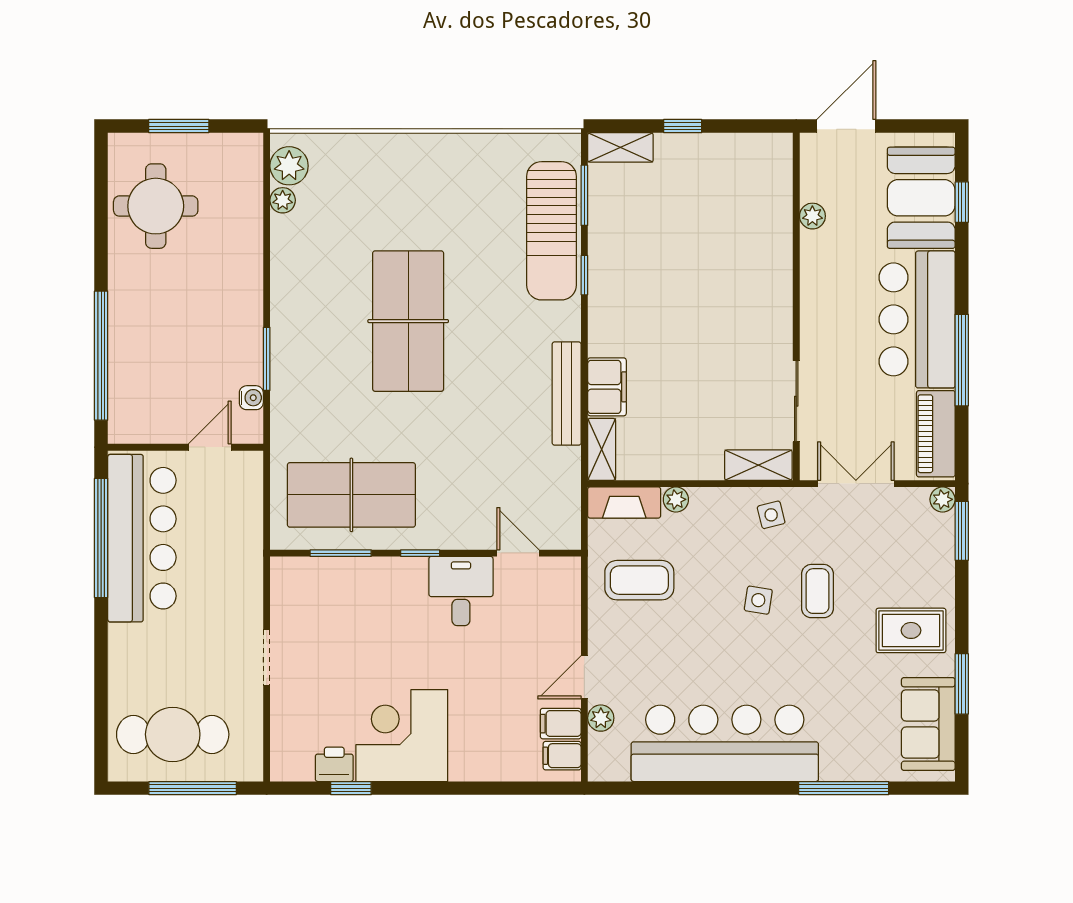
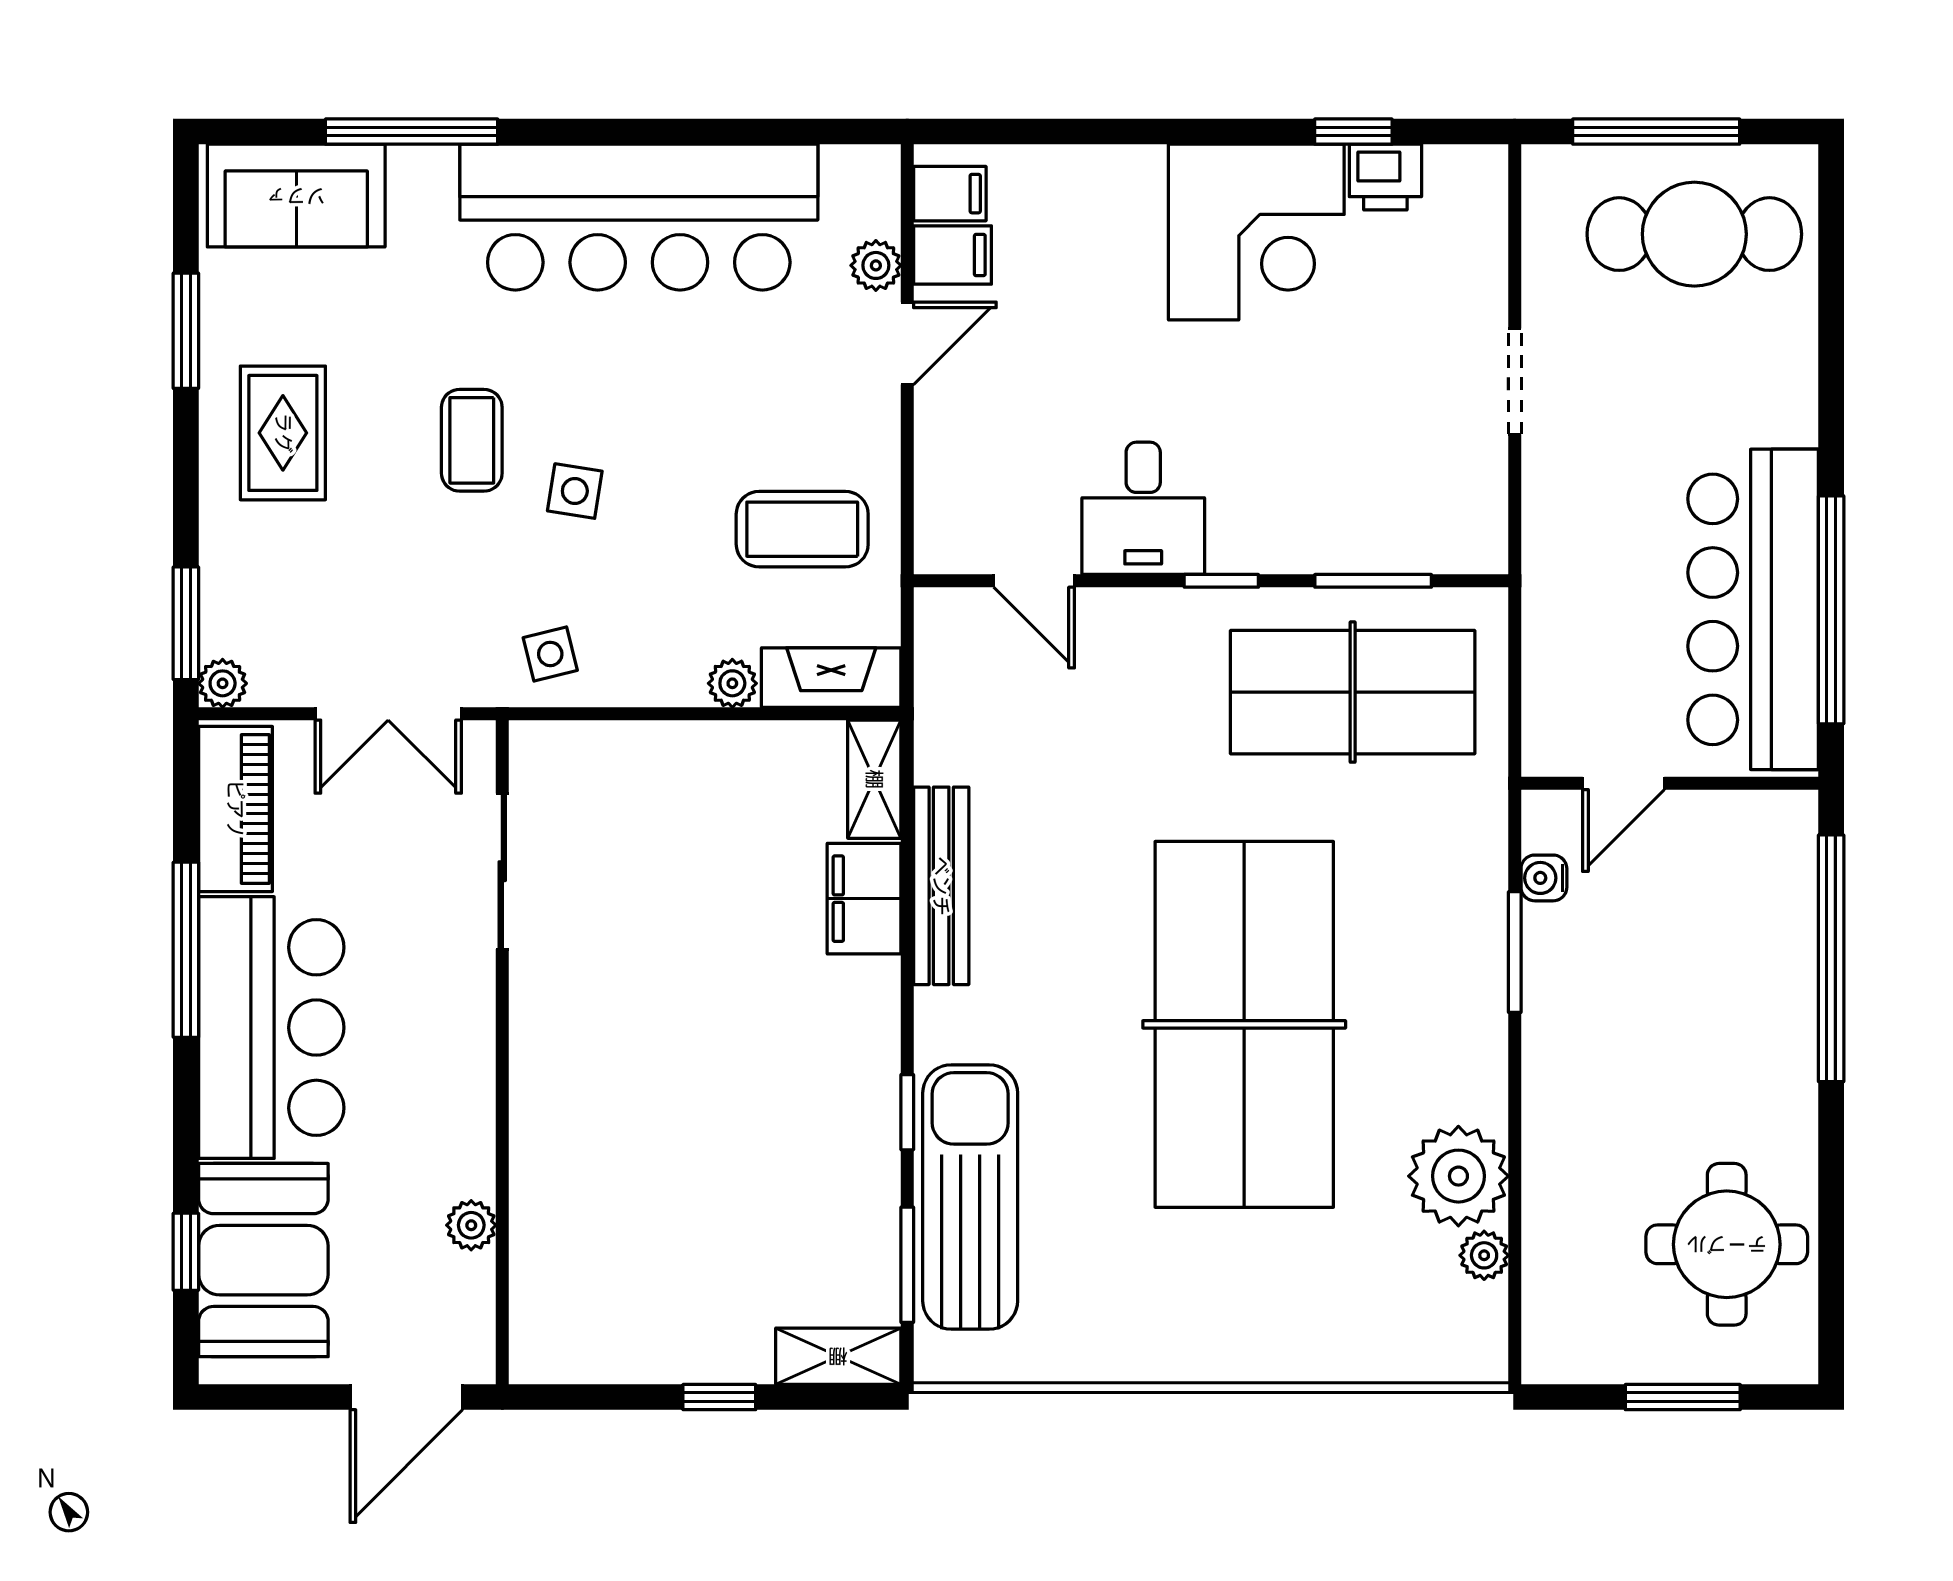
plant: (289, 166) -> (1458, 1176), moved, width x1.36, depth x1.36
table tennis table: (408, 321) -> (1244, 1024), width x1.36, depth x1.32
shelving: (758, 465) -> (575, 749), removed
coffee table: (817, 591) -> (472, 440), moved
rug: (911, 630) -> (283, 433), turned 90
sofa: (928, 724) -> (296, 196), moved, turned 90

